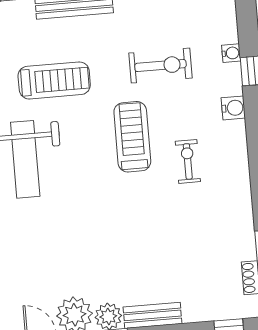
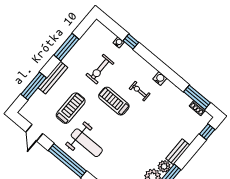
exercise bike: (160, 66) -> (100, 69), turned 180
water cooler: (233, 108) -> (160, 78), moved

